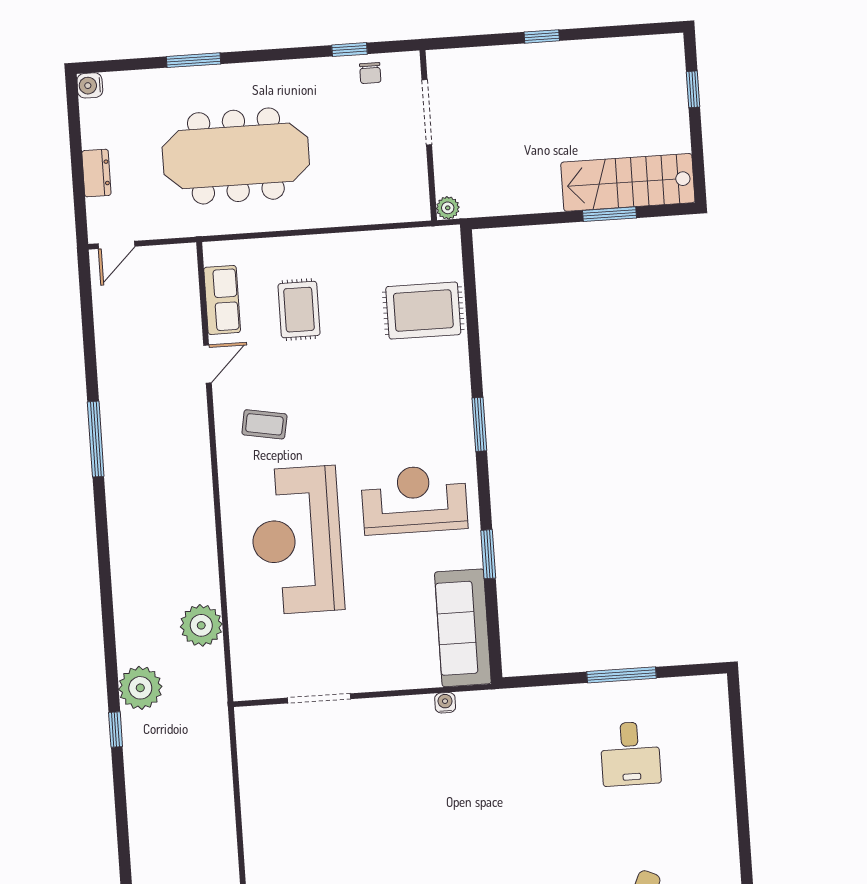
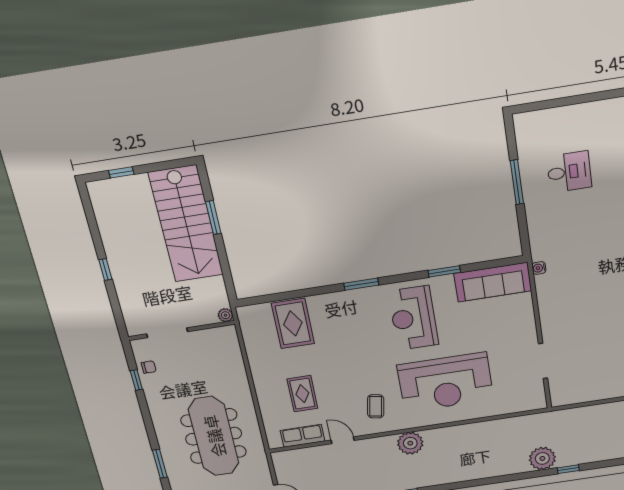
stairs: (628, 182) -> (186, 224), width x1.36, depth x1.51
rug: (299, 310) -> (302, 394), turned 90
plant: (201, 625) -> (410, 443), moved
water cooler: (445, 703) -> (539, 268), moved

